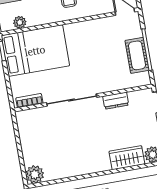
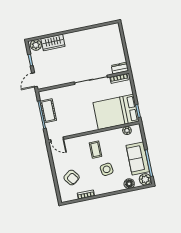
dresser: (116, 101) -> (120, 68), moved
plant: (35, 174) -> (114, 29), removed

